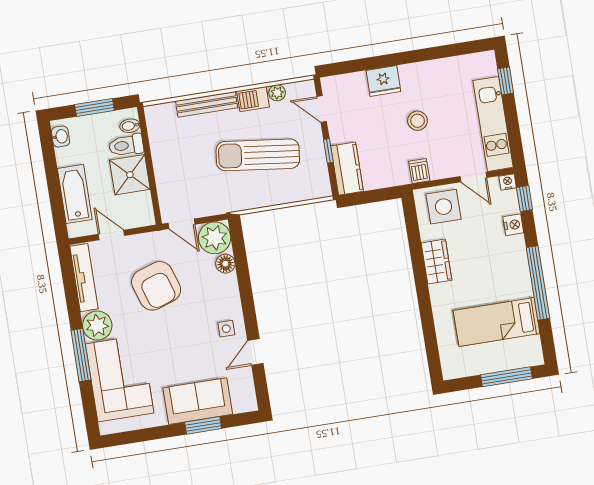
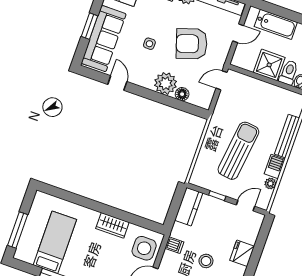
kitchen counter: (347, 169) -> (189, 207), moved, turned -90
plant: (215, 238) -> (166, 83), moved
side table: (226, 329) -> (149, 44), moved
sofa: (198, 401) -> (104, 39), width x1.36

